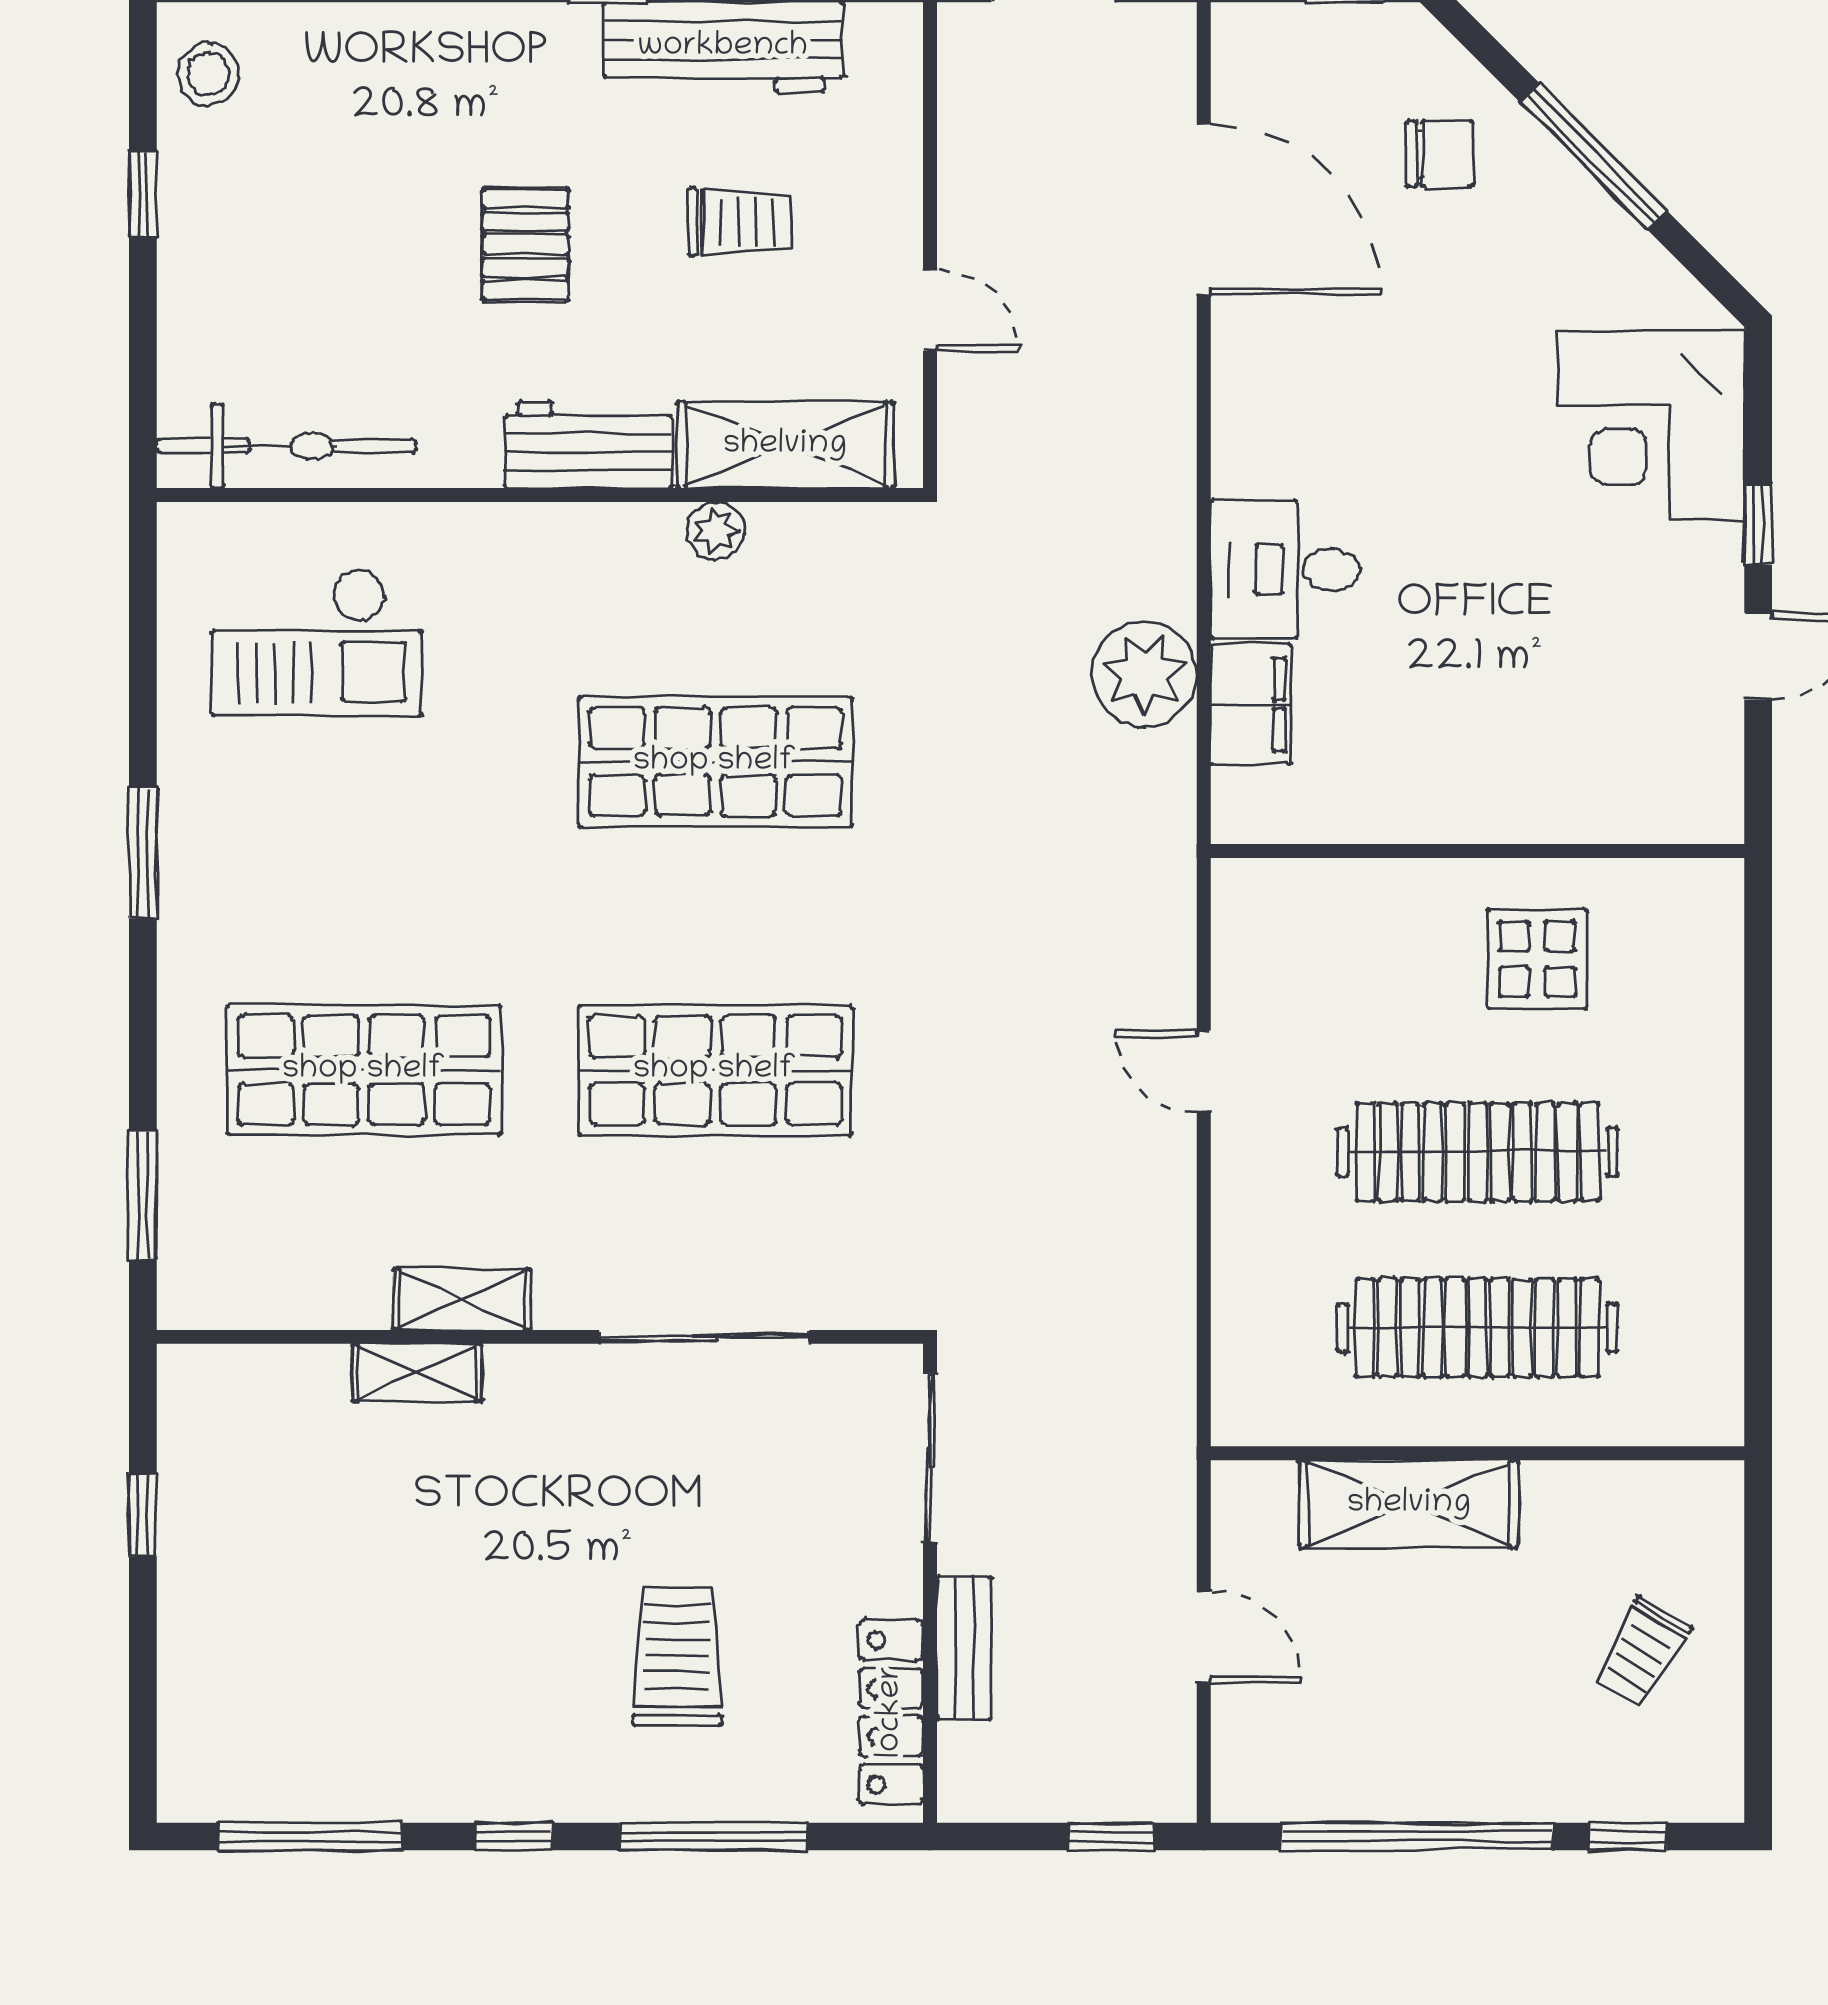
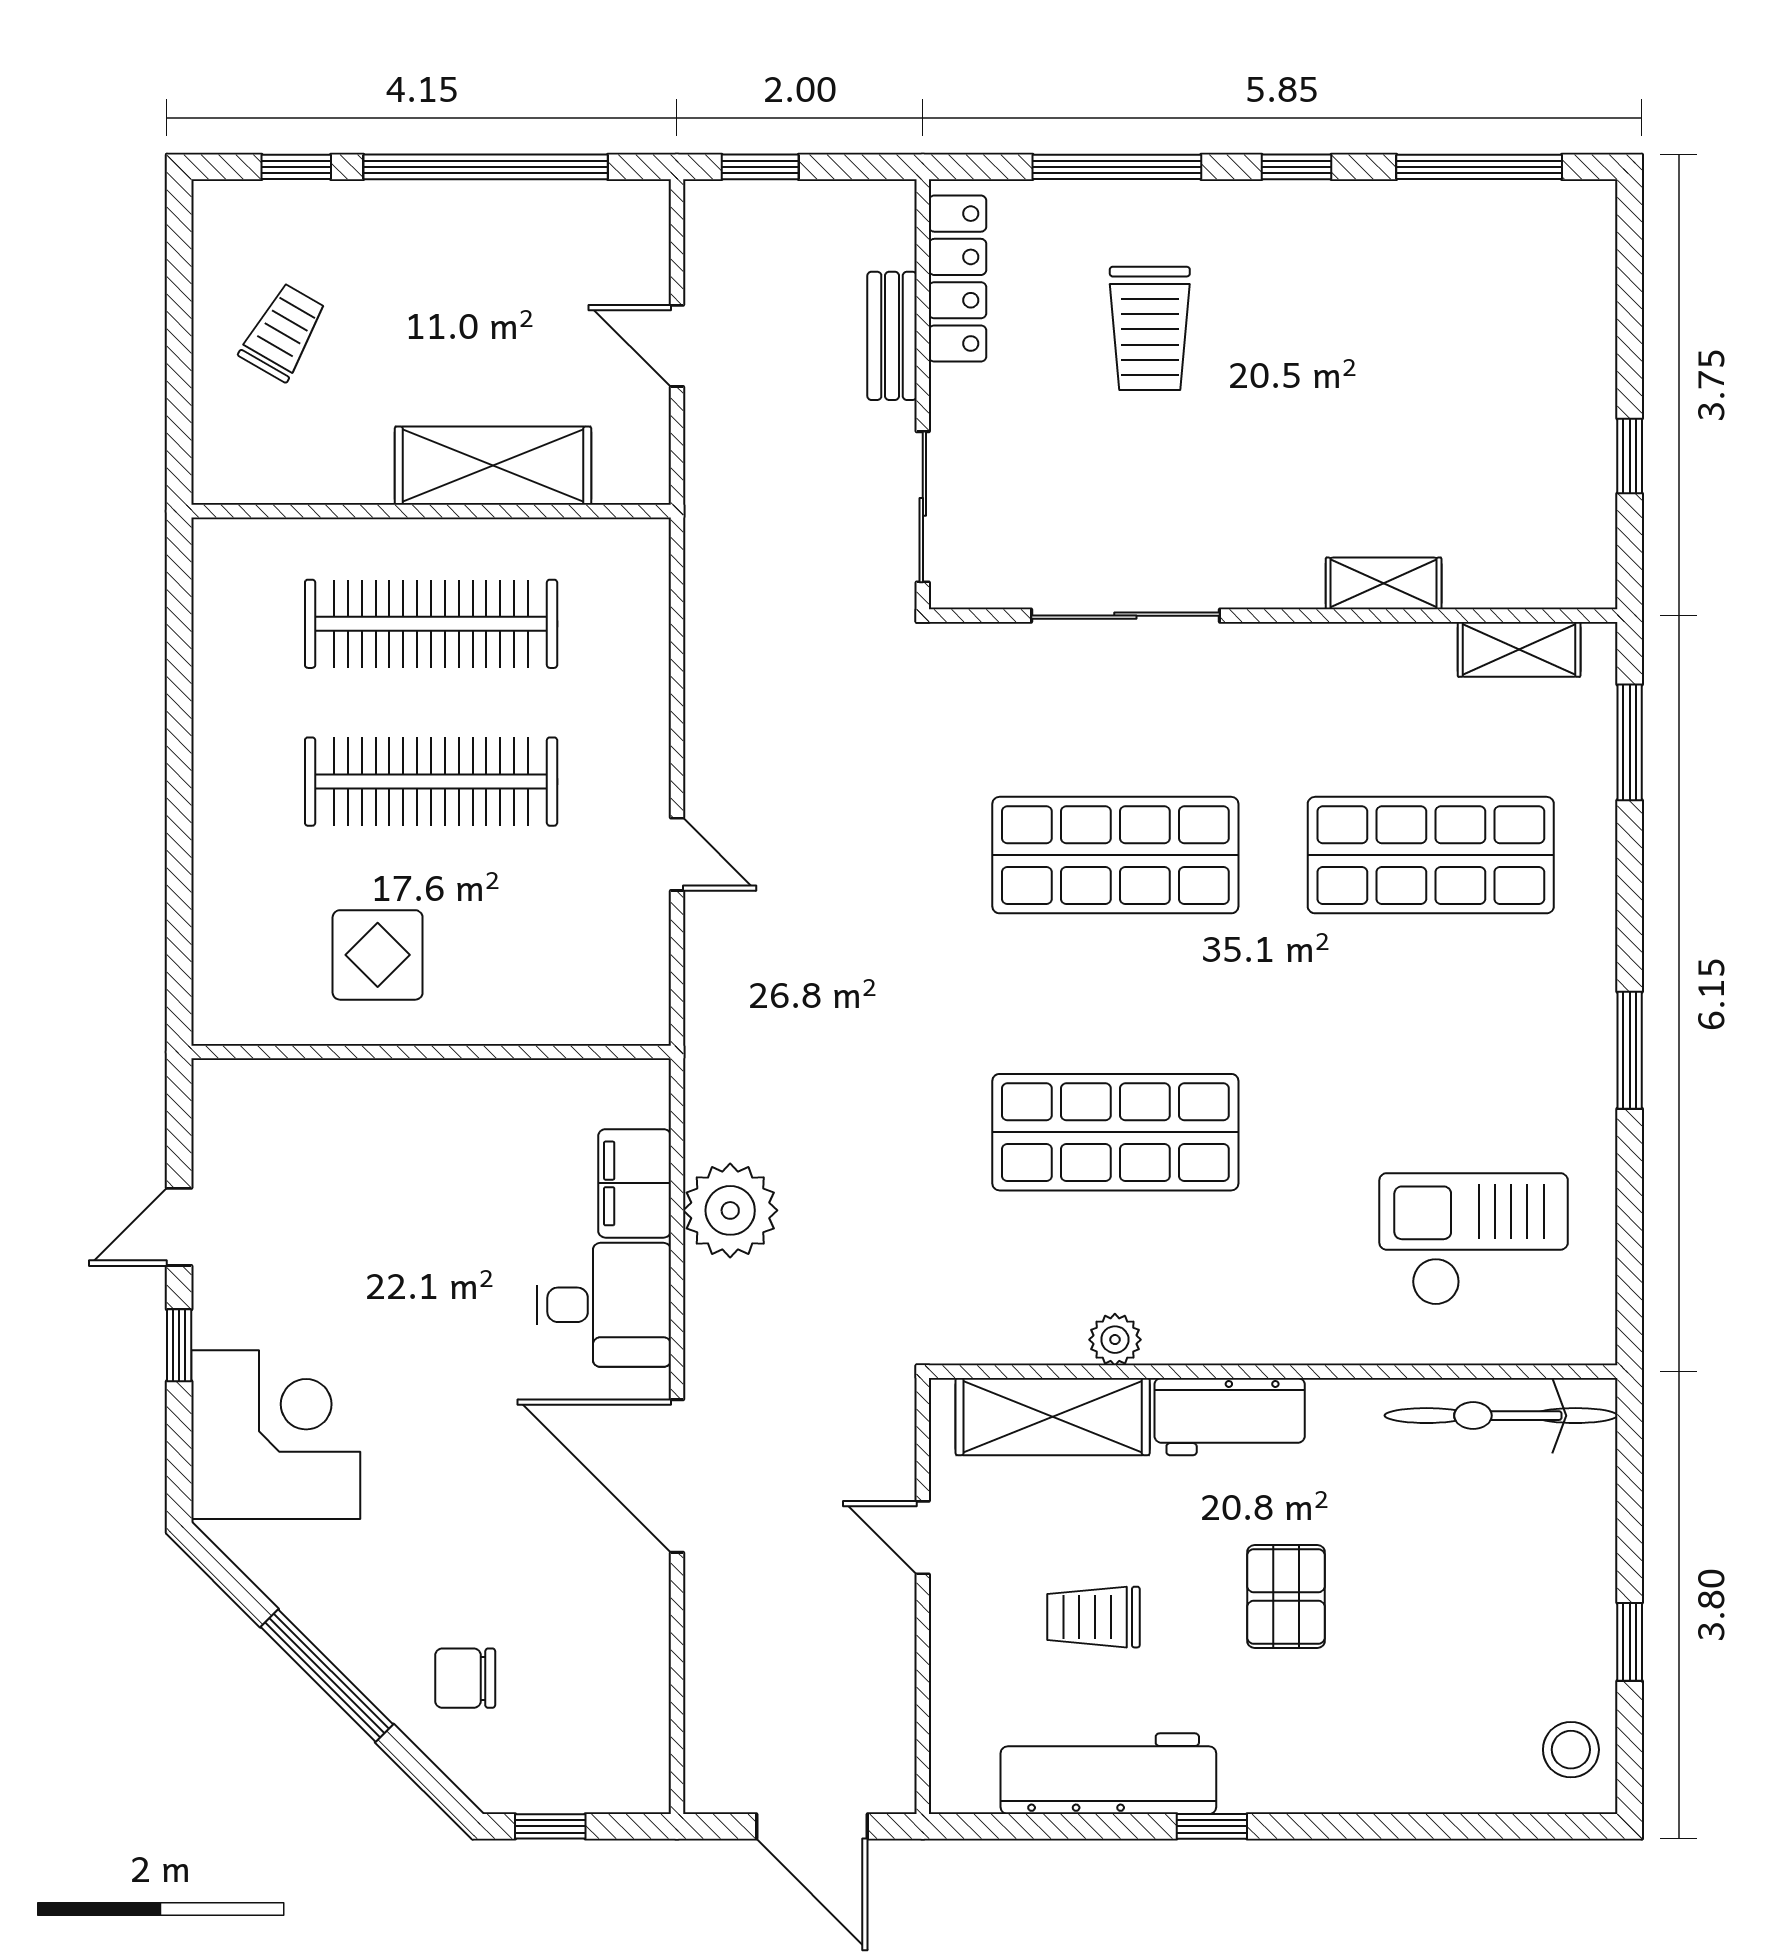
door: (1204, 210) -> (677, 1476), moved
shelving: (462, 1299) -> (1519, 649), moved

